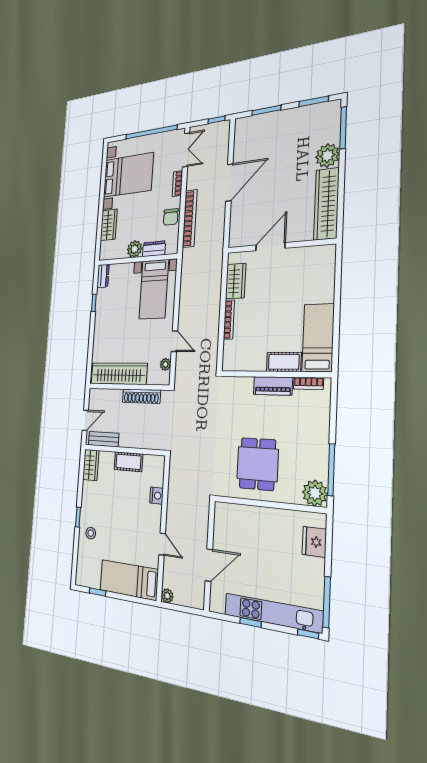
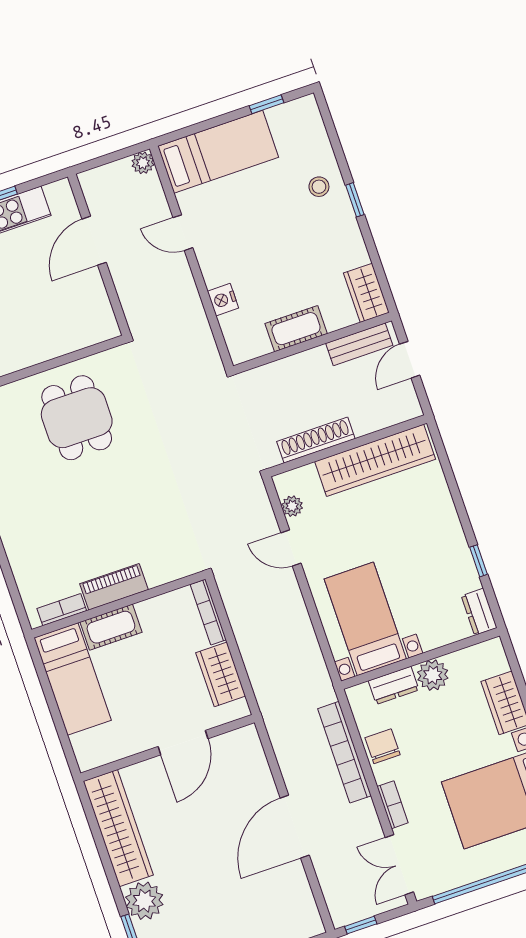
bed: (318, 338) -> (73, 679), moved
cot: (284, 362) -> (111, 627), moved
wall: (274, 374) -> (118, 604), moved
bookcase: (308, 383) -> (62, 610), moved
piano: (273, 386) -> (114, 587), moved

